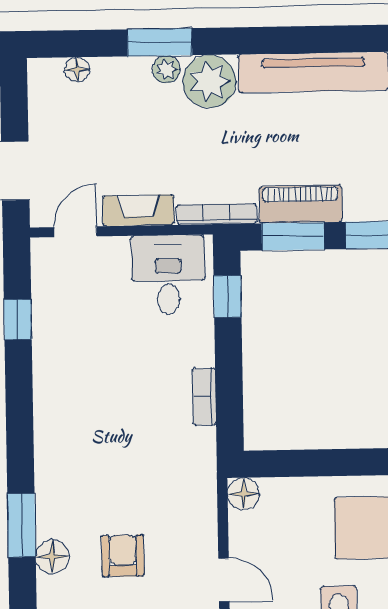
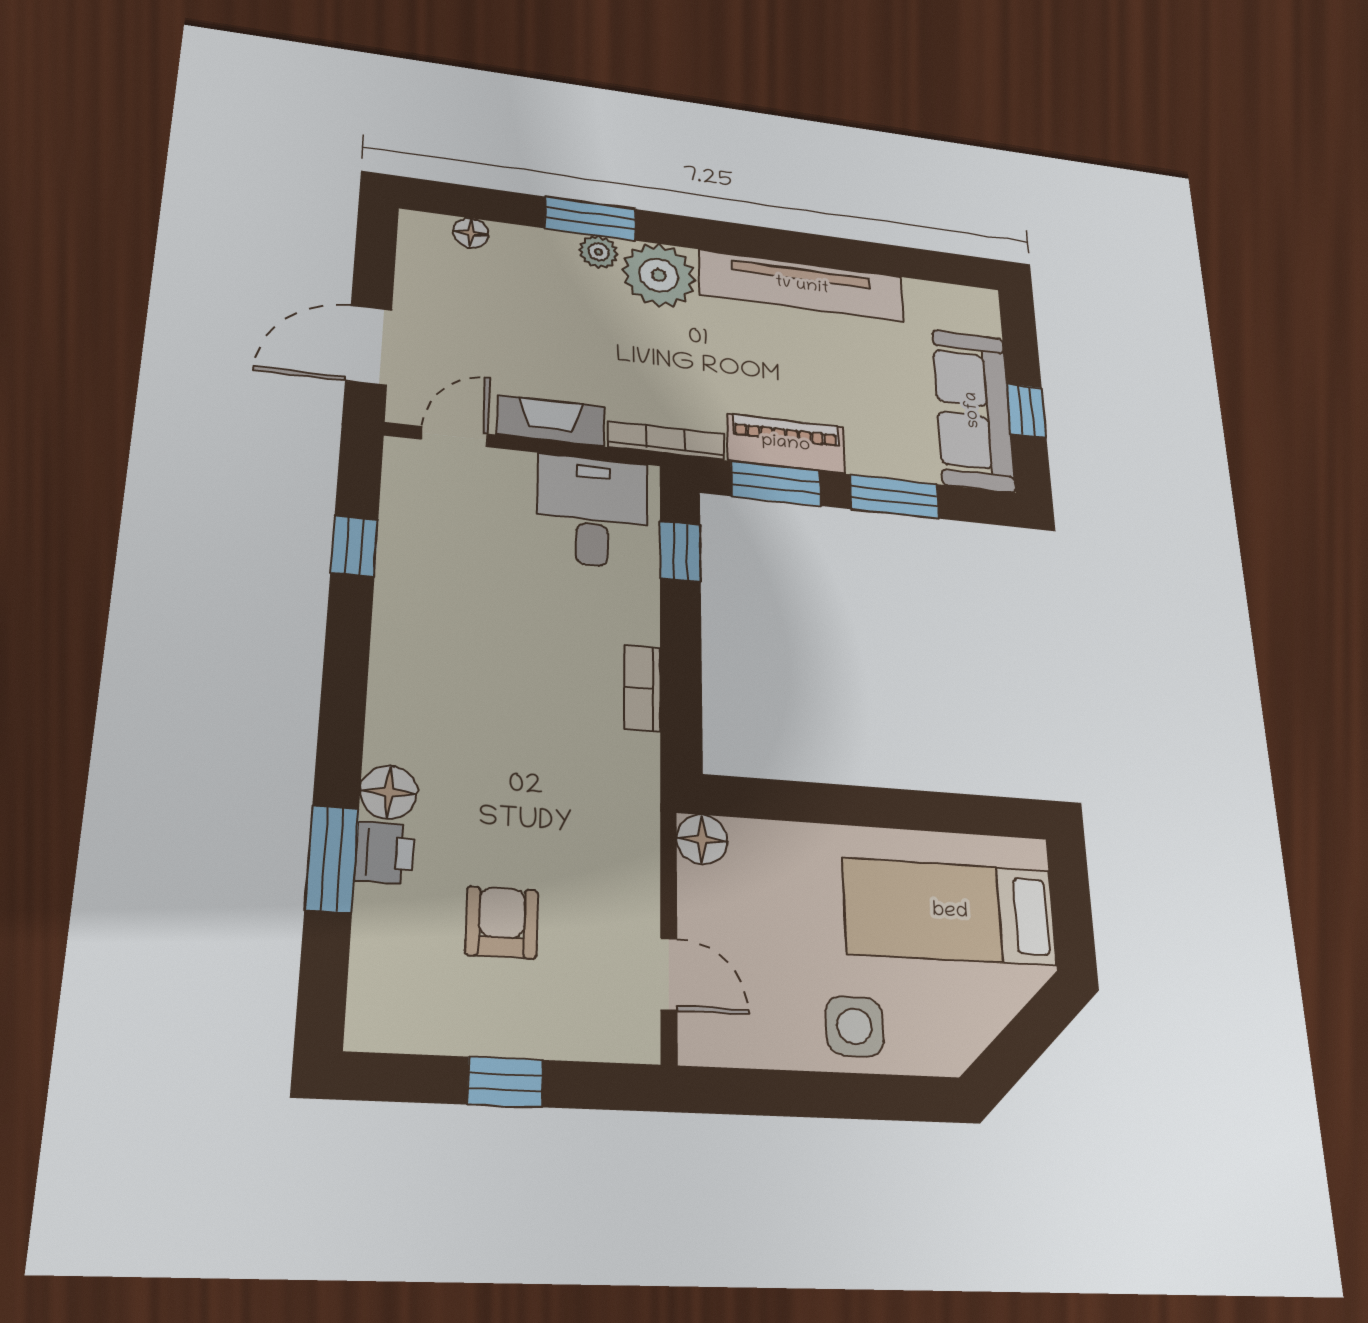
printer: (52, 519) -> (385, 853), added
floor lamp: (52, 557) -> (389, 792), moved

